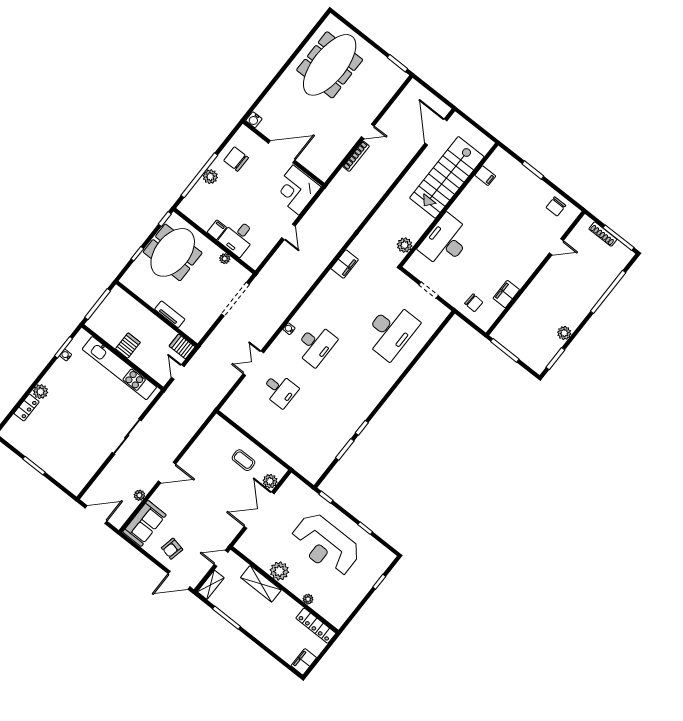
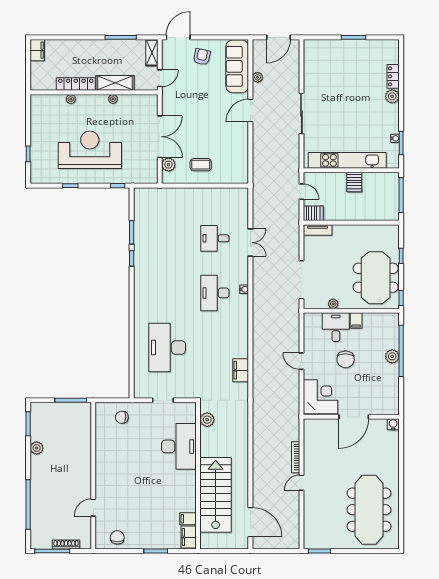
chair: (236, 159) -> (346, 359), moved, turned 91
filing cabinet: (506, 294) -> (189, 537), moved, turned 180
tv unit: (170, 314) -> (318, 230), moved
sofa: (144, 523) -> (237, 66), width x1.36
plant: (279, 571) -> (113, 99), width x0.53, depth x0.53
locker: (316, 626) -> (76, 84), moved

